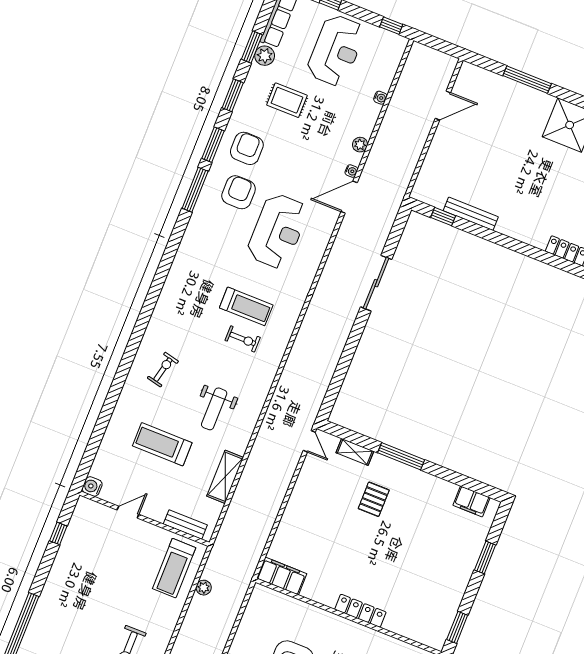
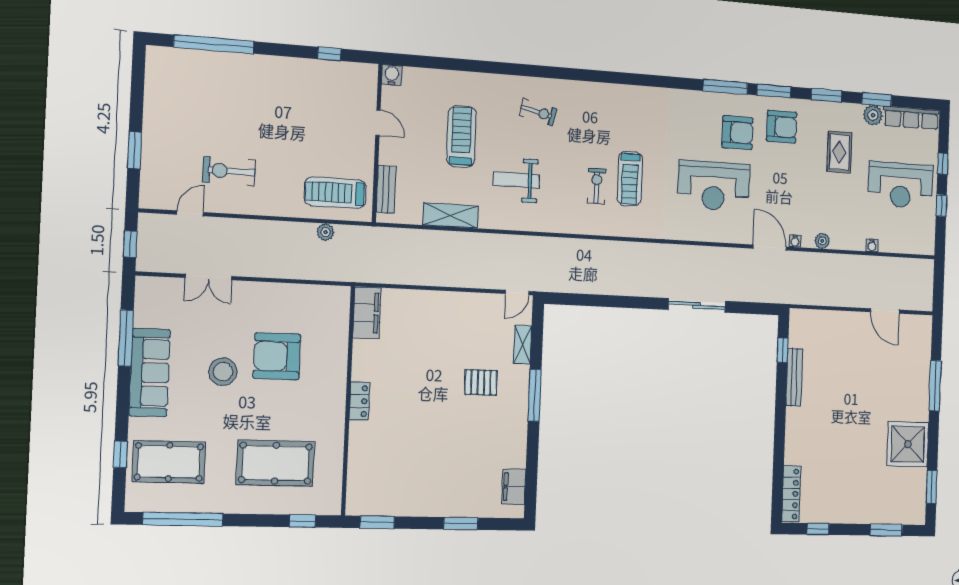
window: (391, 26) -> (941, 206), moved
exercise bike: (243, 339) -> (597, 186), turned 180
locker: (360, 611) -> (360, 401), width x0.66

